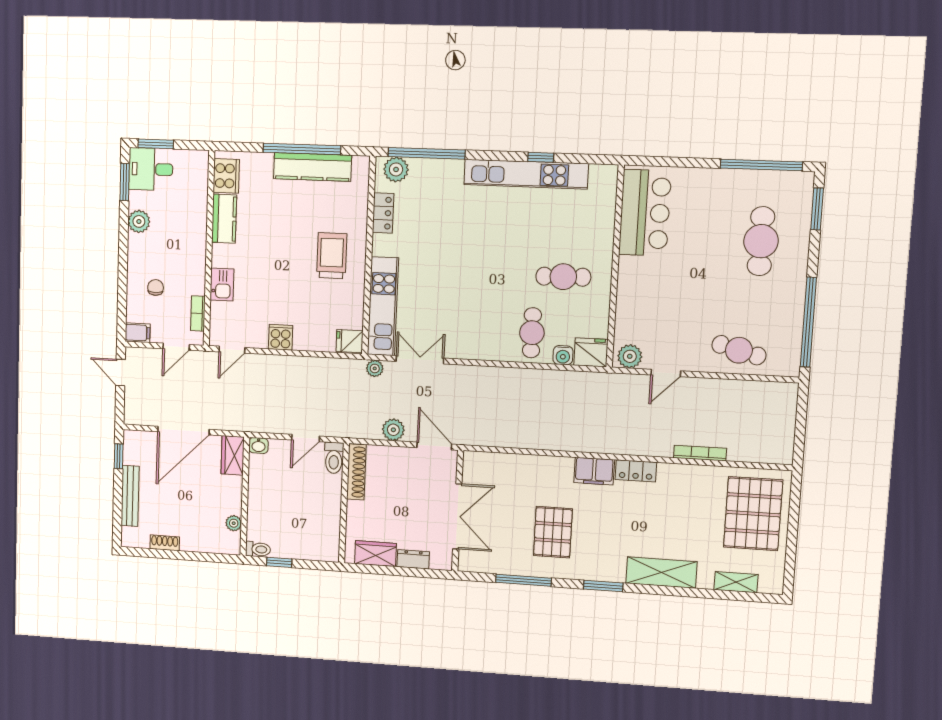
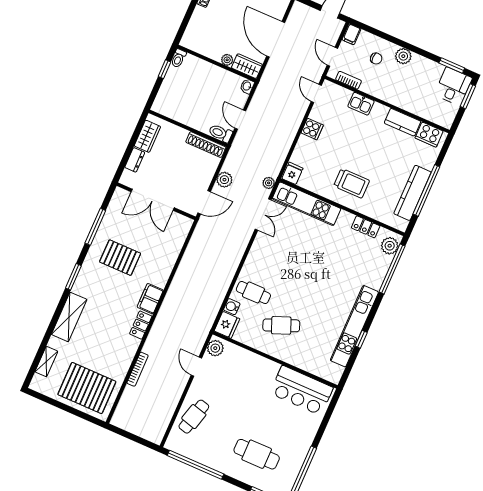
plant: (139, 221) -> (403, 56), moved
cafe table: (563, 277) -> (281, 325), turned 69
plant: (234, 523) -> (227, 60), moved

